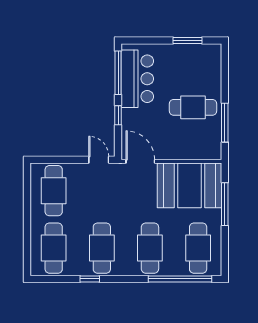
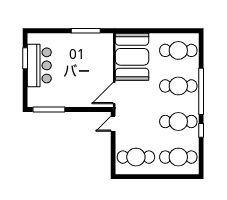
bar counter: (137, 79) -> (39, 65), moved, turned 90
cafe table: (193, 107) -> (74, 54), removed
window: (118, 115) -> (80, 110), removed
window: (225, 204) -> (146, 31), removed
window: (180, 279) -> (201, 91), moved

